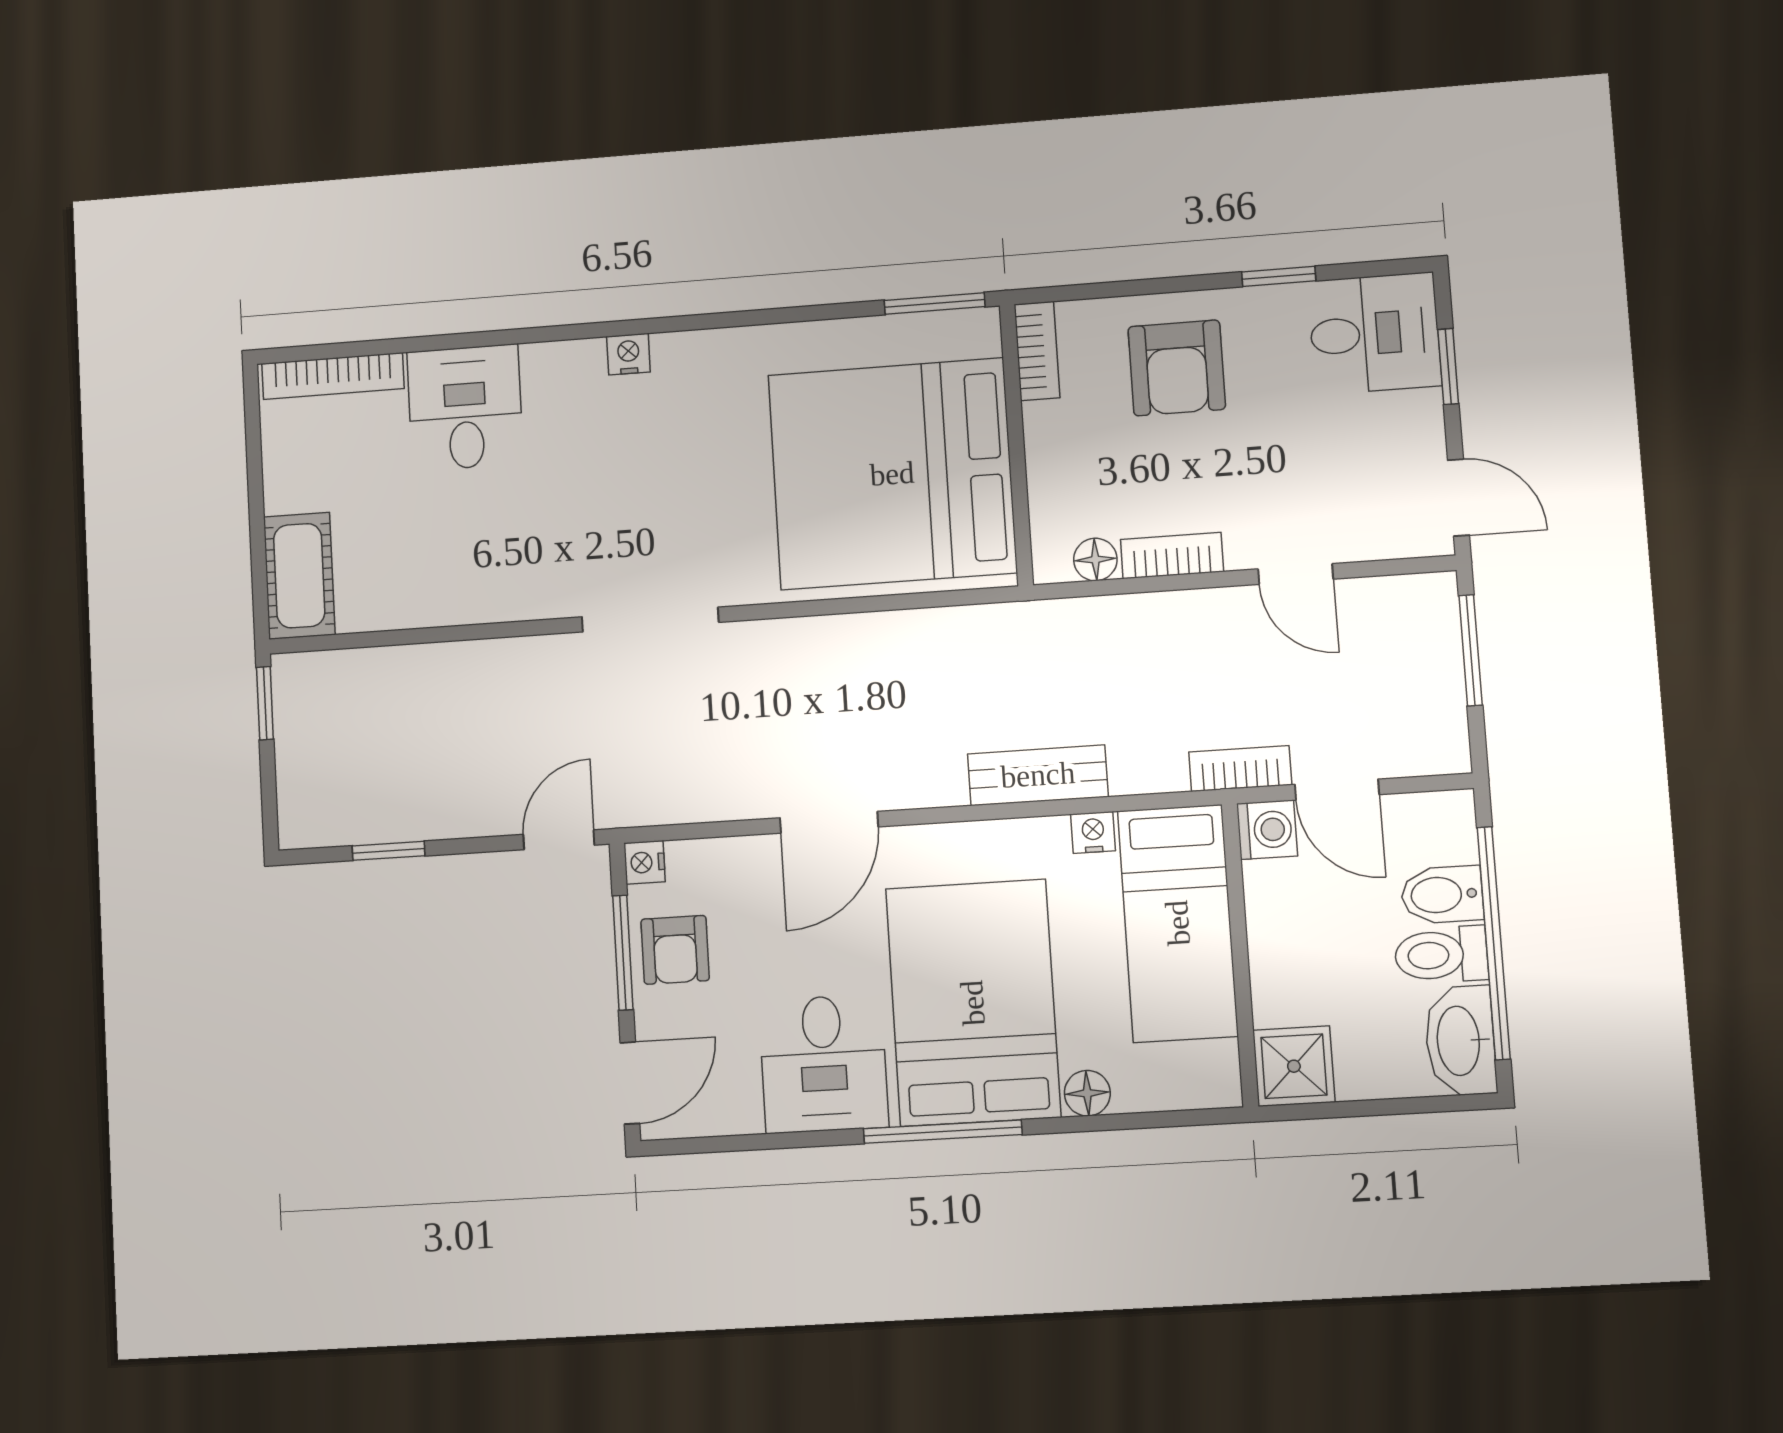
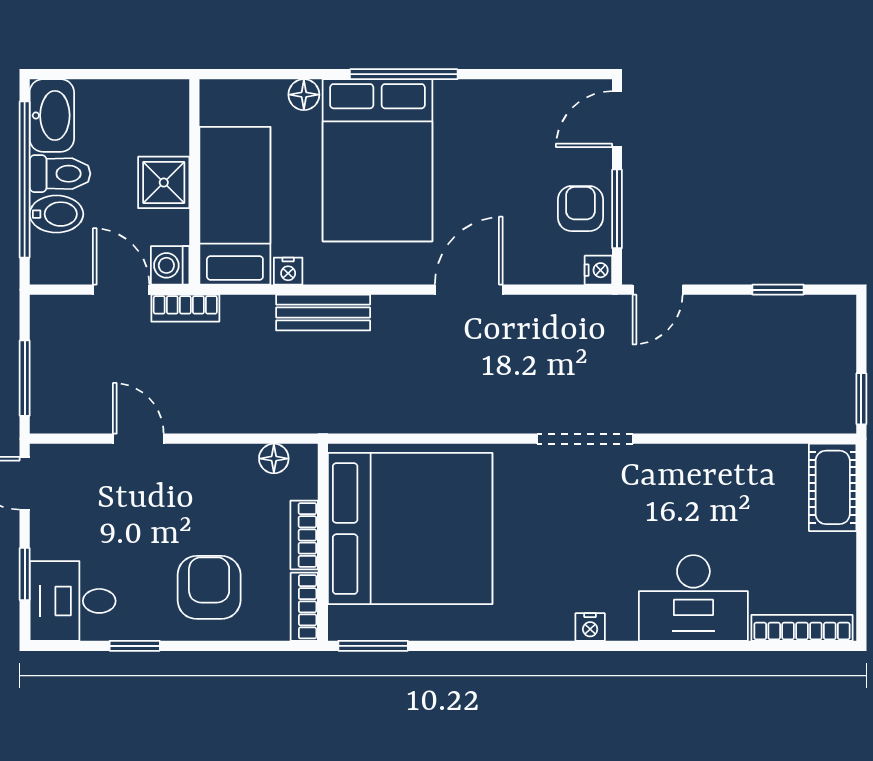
desk: (465, 408) -> (693, 598), width x1.37
bookcase: (1172, 556) -> (304, 535), moved, turned 90
desk: (824, 1064) -> (482, 125), removed
shower: (1294, 1066) -> (164, 182), moved

